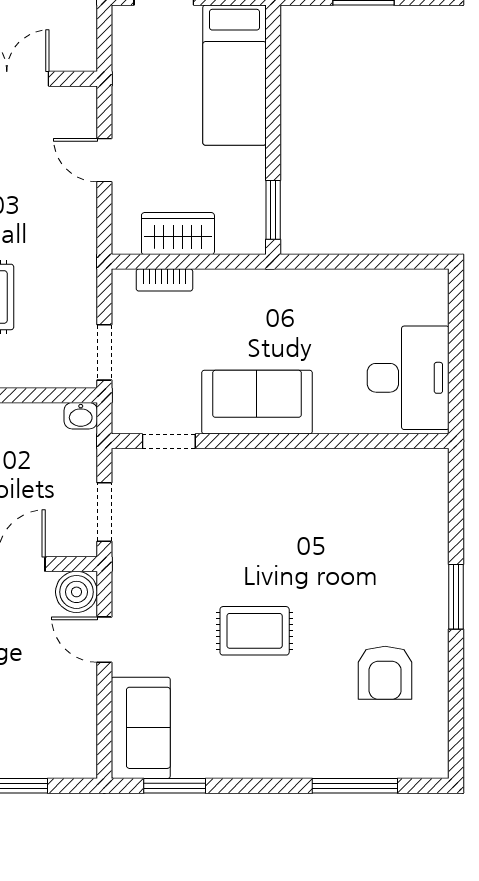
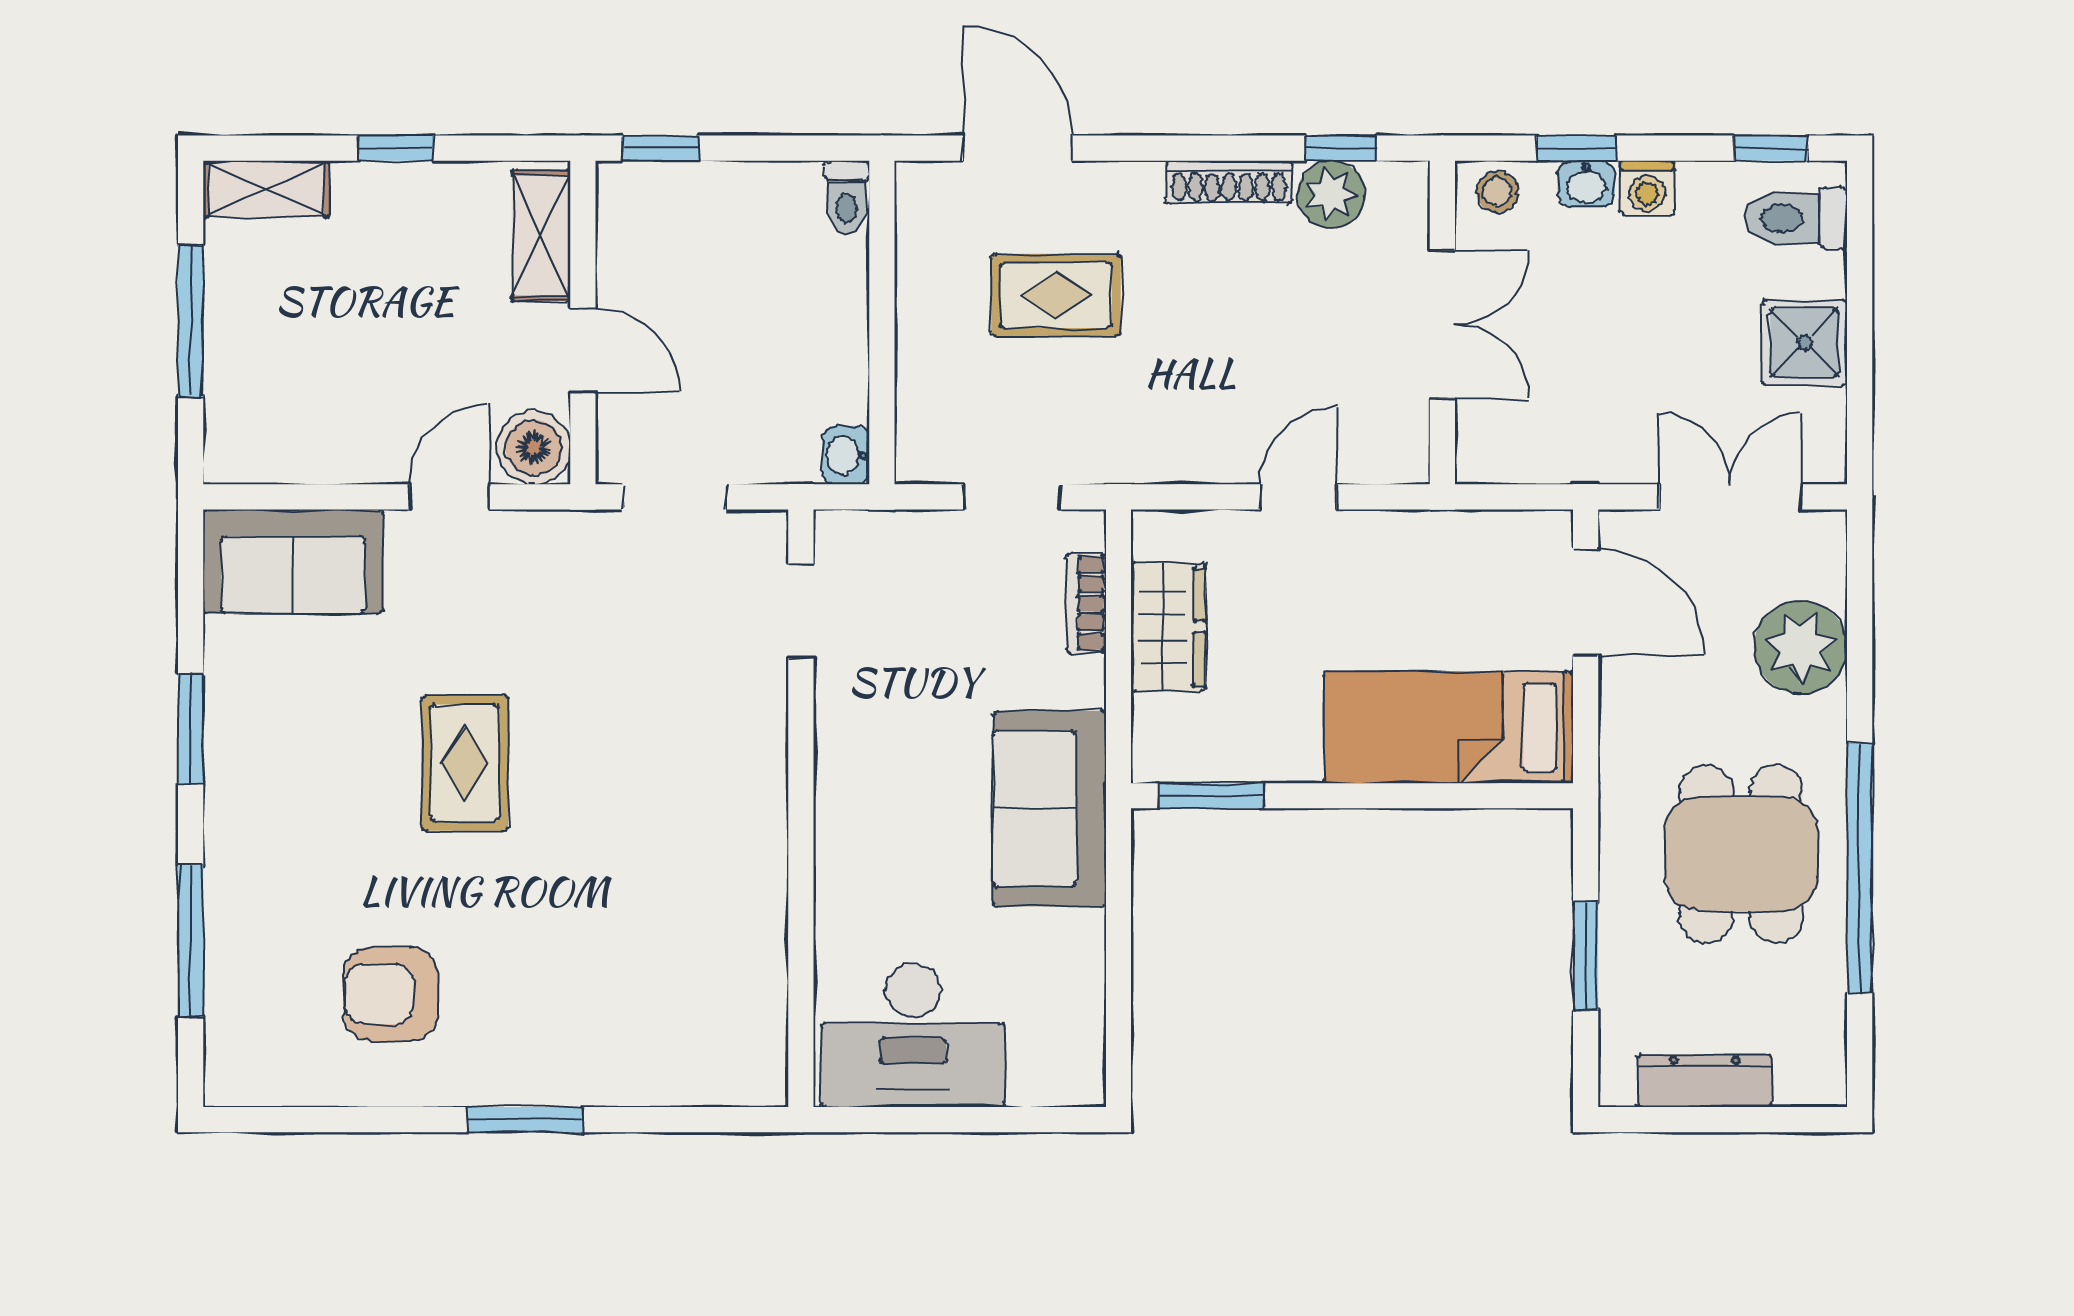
doorway: (104, 352) -> (1012, 497), moved
sofa: (257, 402) -> (1050, 809), moved, turned 180
window: (175, 786) -> (191, 729), moved

